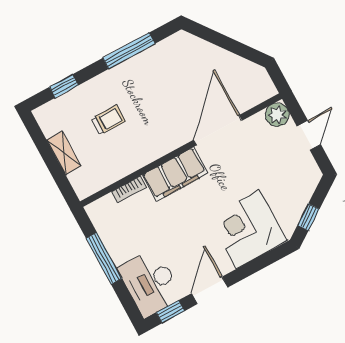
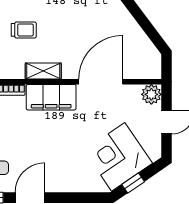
shelving: (152, 152) -> (43, 71), added
corner desk: (248, 229) -> (118, 157), moved, turned -34

